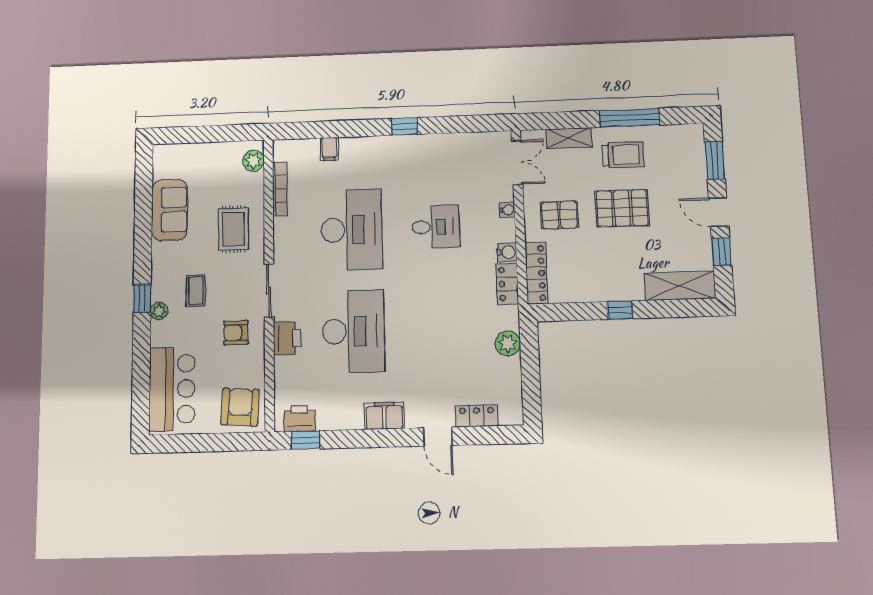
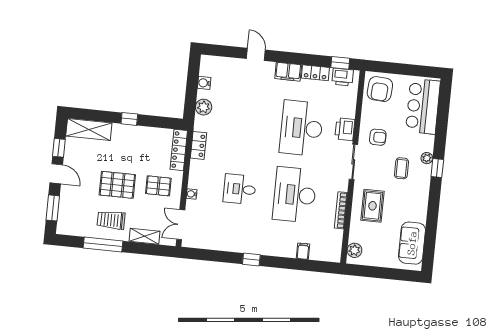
bookcase: (280, 189) -> (341, 210), moved
sofa: (169, 210) -> (412, 243), moved
water cooler: (507, 252) -> (204, 83), moved
locker: (477, 416) -> (315, 73), moved

